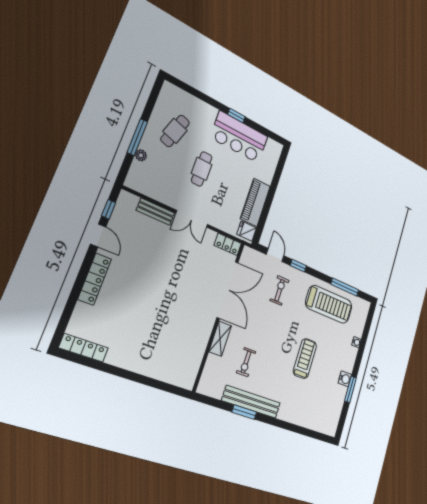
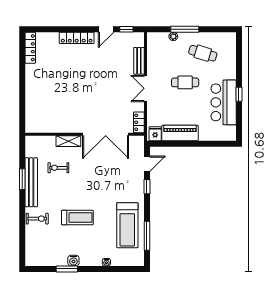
exercise bike: (280, 290) -> (37, 219), moved

